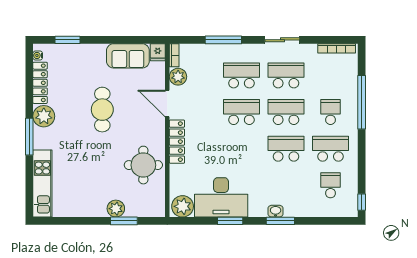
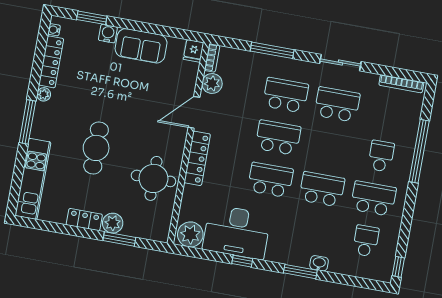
water cooler: (83, 51) -> (108, 34), added
sofa: (128, 56) -> (141, 46), moved
door: (167, 104) -> (194, 112), hinge flipped
cafe table: (102, 110) -> (96, 148), moved
school desk: (286, 112) -> (270, 180), moved
plant: (44, 116) -> (44, 94), width x0.53, depth x0.53
locker: (92, 210) -> (84, 220), added
washbasin: (276, 211) -> (319, 263), moved
window: (230, 221) -> (242, 261), width x0.67

